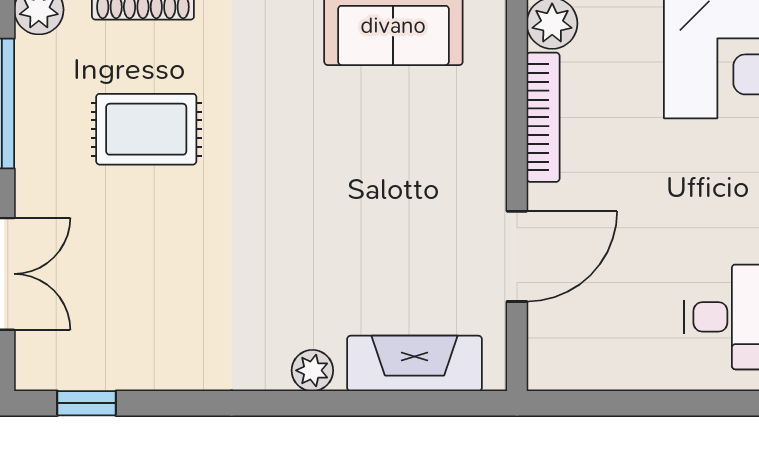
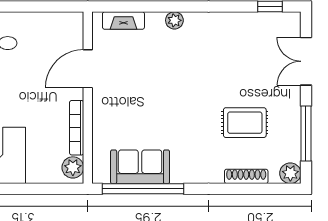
fireplace: (415, 363) -> (123, 21), width x0.73, depth x0.76

